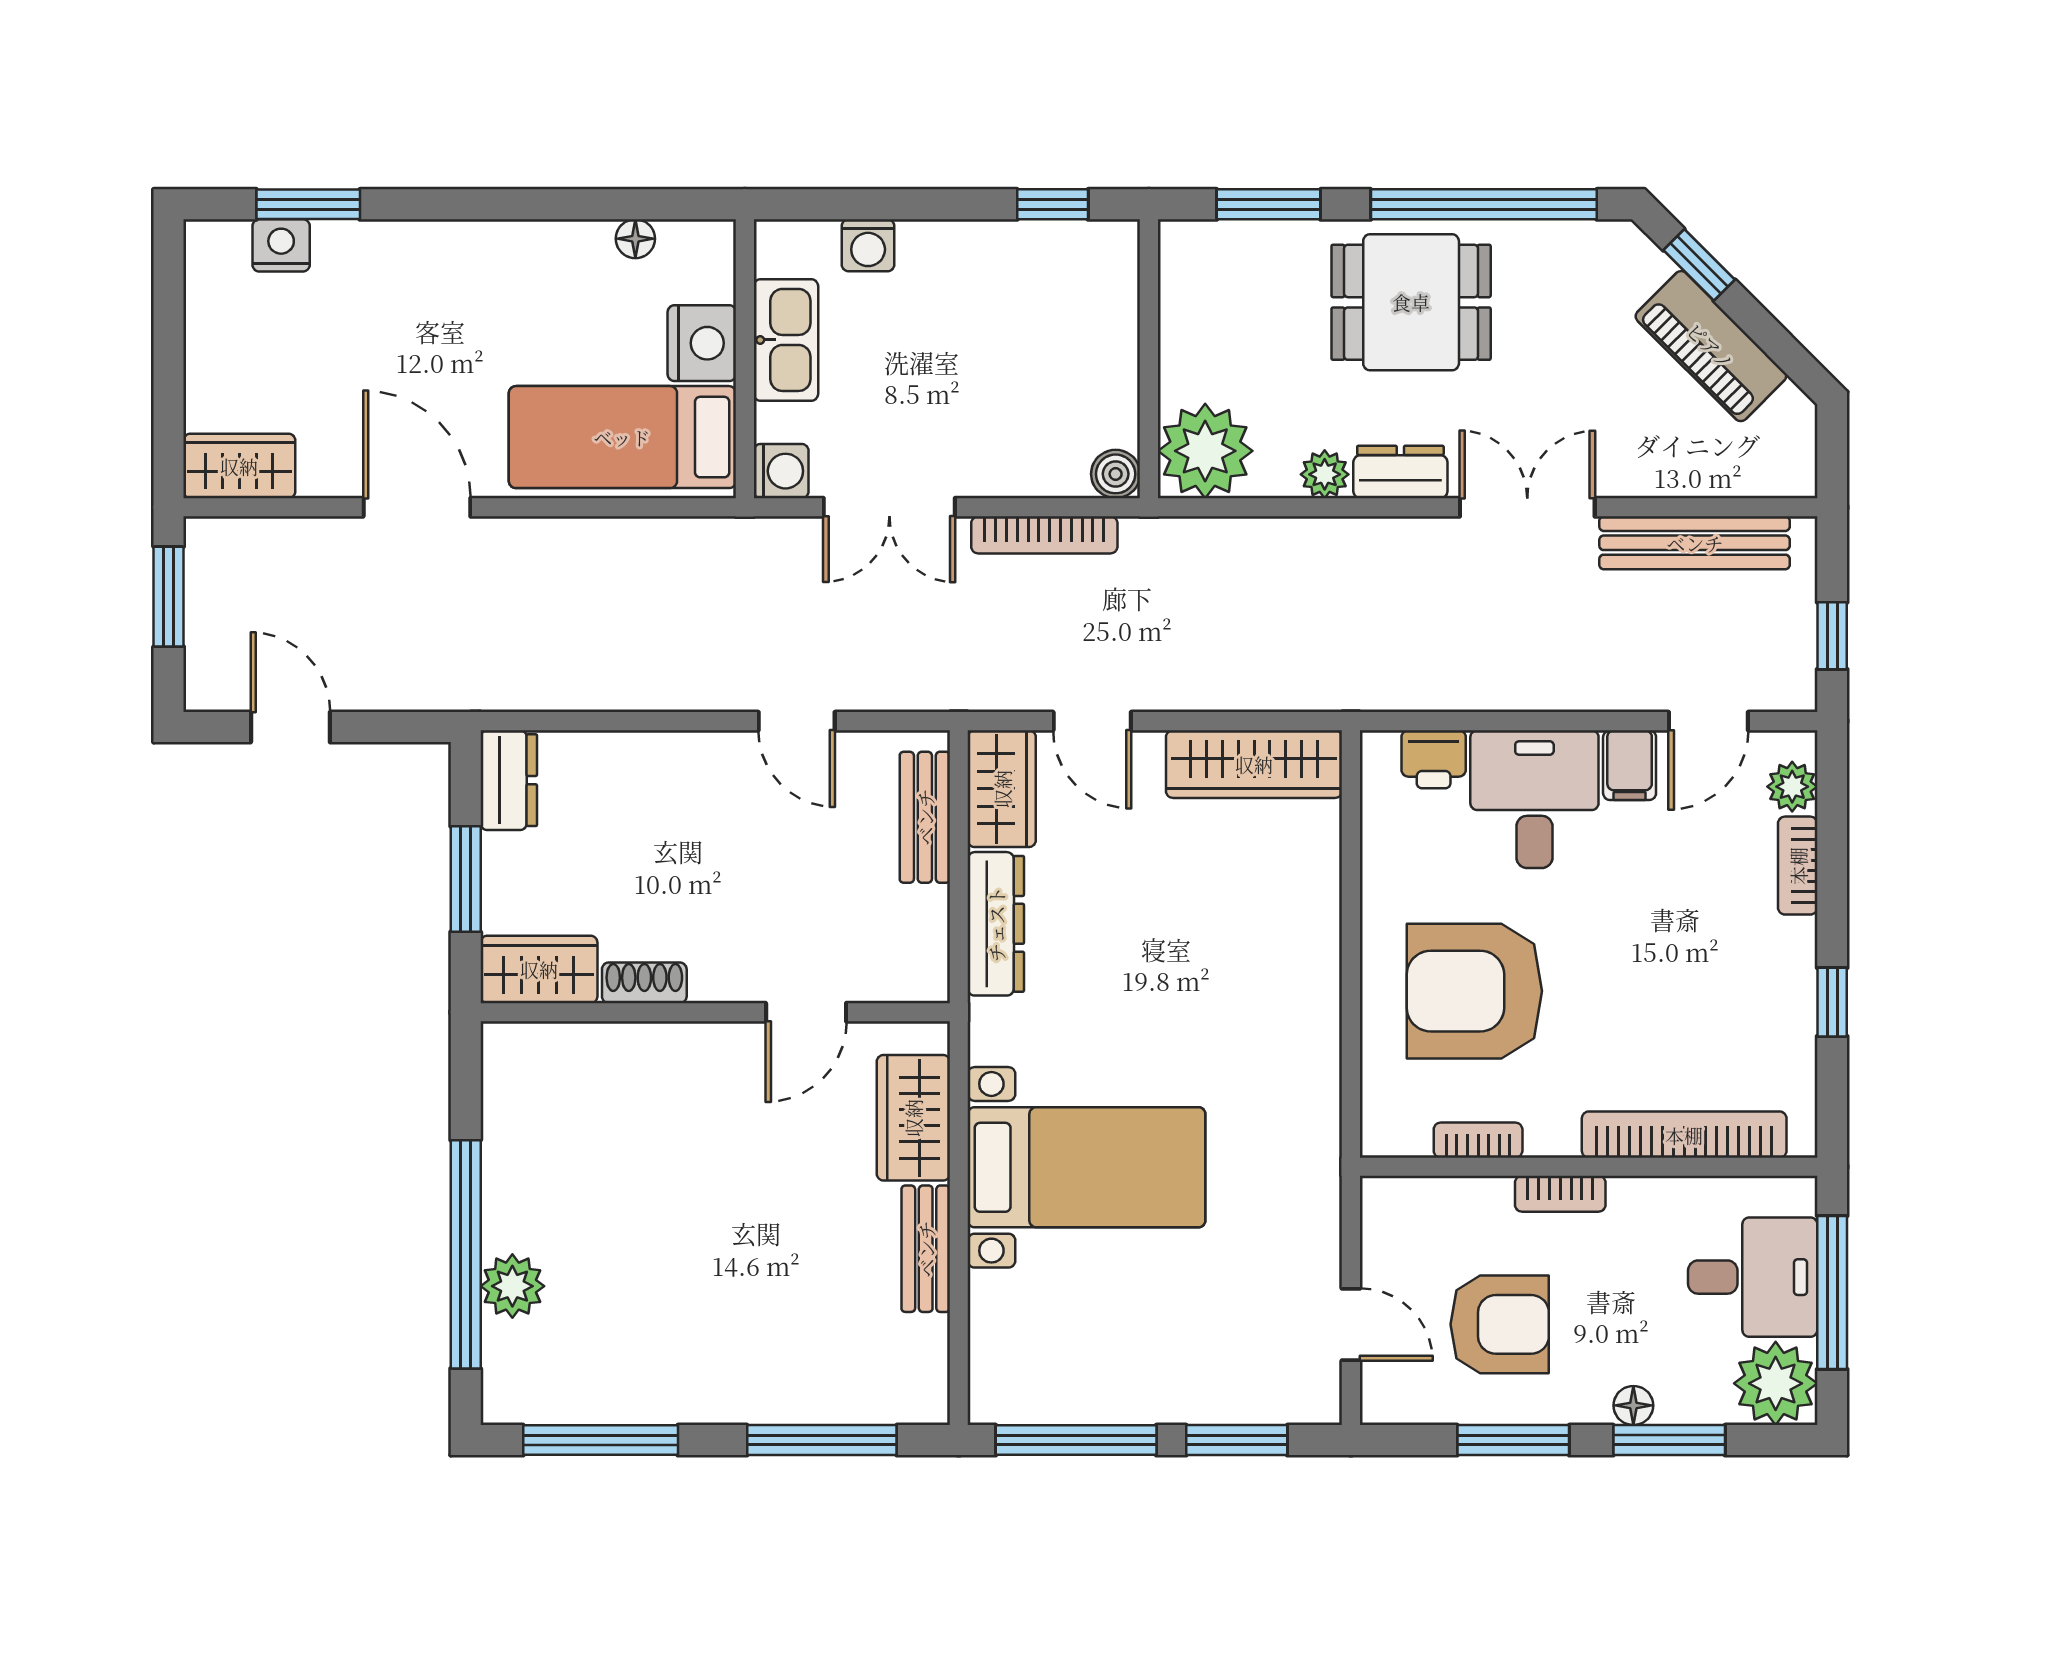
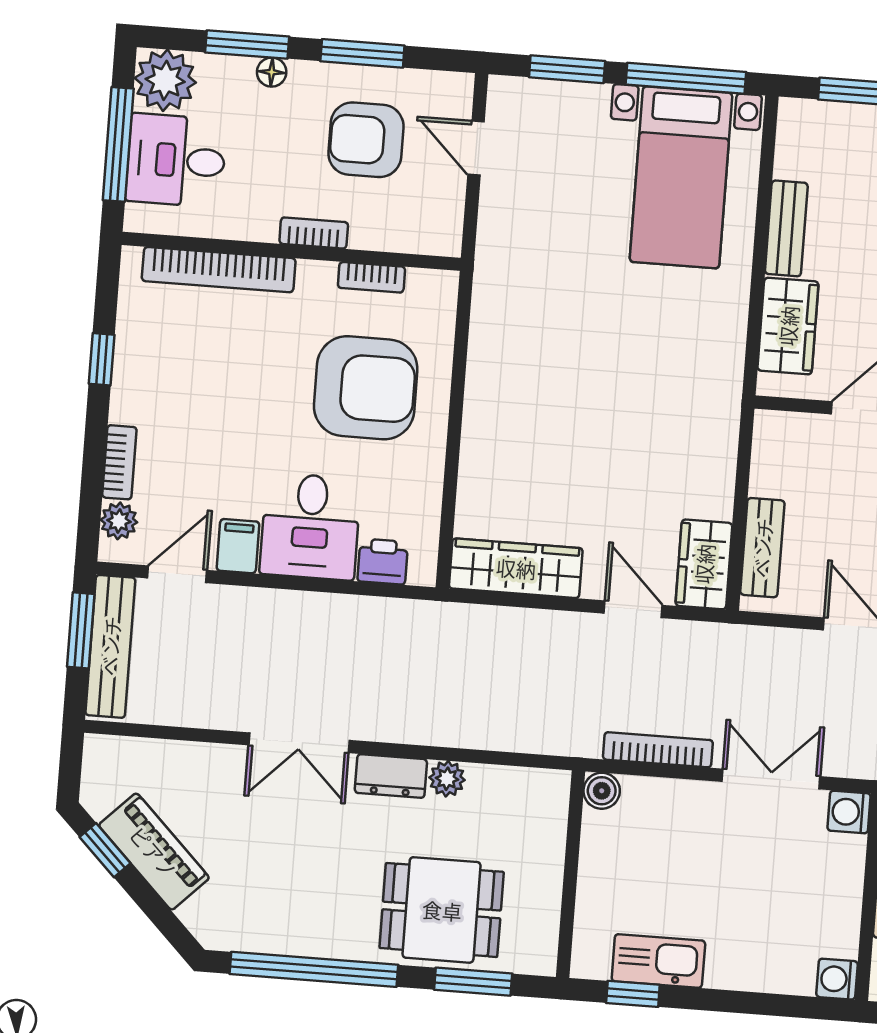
washing machine: (868, 245) -> (837, 979), moved, turned -90
window: (1699, 265) -> (105, 850), moved
dining table: (1411, 302) -> (442, 910), moved
kitchen sink: (786, 340) -> (658, 961), moved, turned 90
plant: (1205, 451) -> (534, 803), removed
bench: (1695, 543) -> (110, 646), moved, turned 90
window: (1832, 636) -> (81, 630), width x1.50
dresser: (996, 924) -> (716, 465), removed
bed with nightstands: (1086, 1167) -> (681, 177), moved, turned -90

